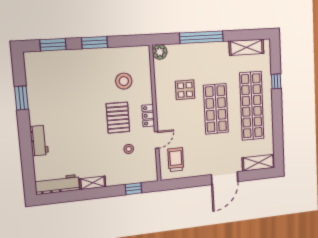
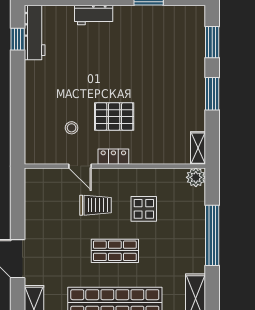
stool: (124, 81) -> (161, 128), removed
shop shelf: (216, 109) -> (115, 251), width x0.70, depth x0.74
trolley: (176, 160) -> (96, 205), moved
shelving: (93, 183) -> (198, 148), moved
window: (134, 189) -> (18, 39), moved

